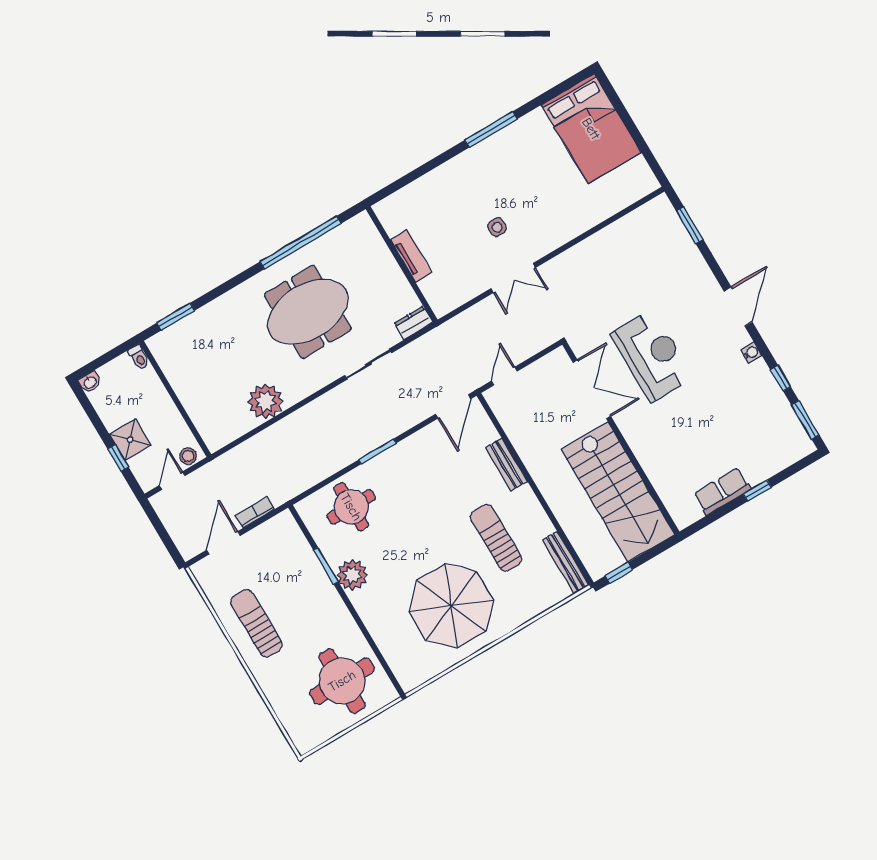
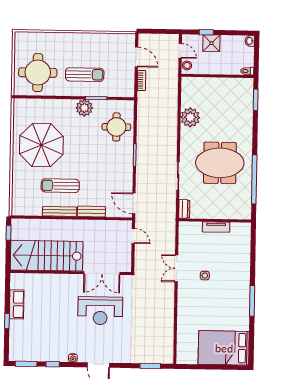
meeting table: (308, 312) -> (220, 163), turned 90
sun lounger: (496, 538) -> (60, 186), turned 180
bench: (566, 562) -> (60, 211), moved
sun lounger: (256, 623) -> (85, 75), moved

